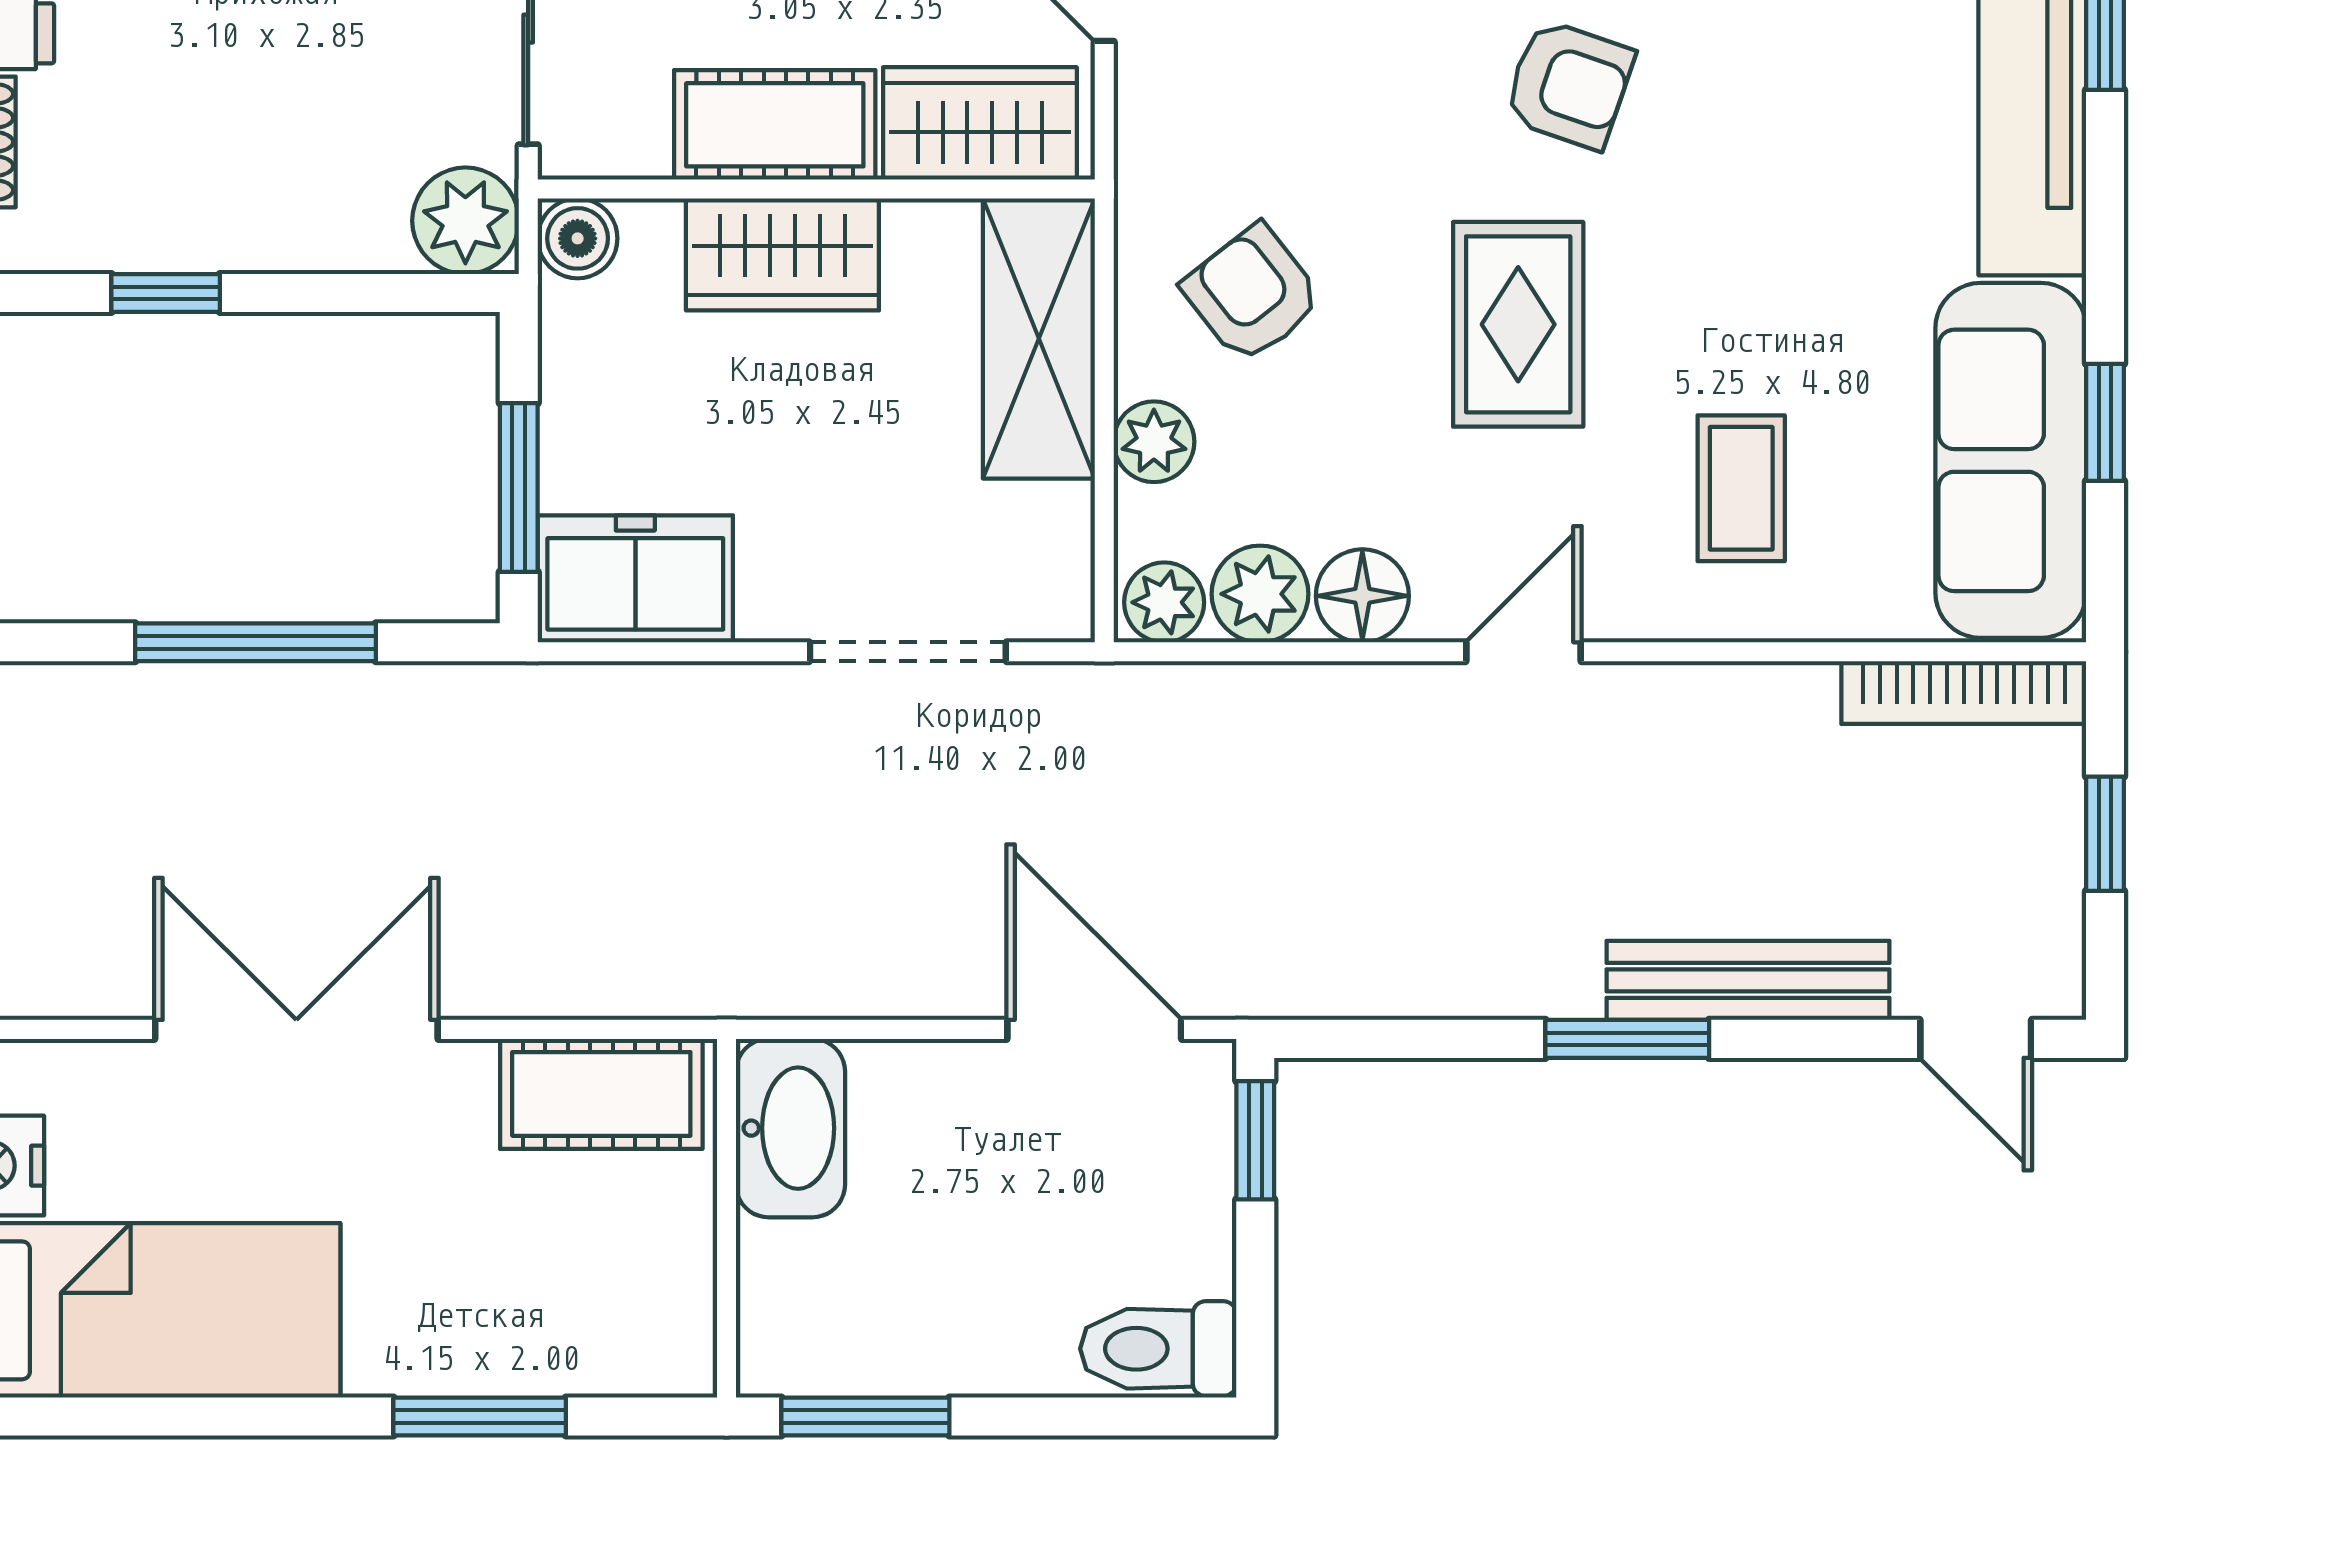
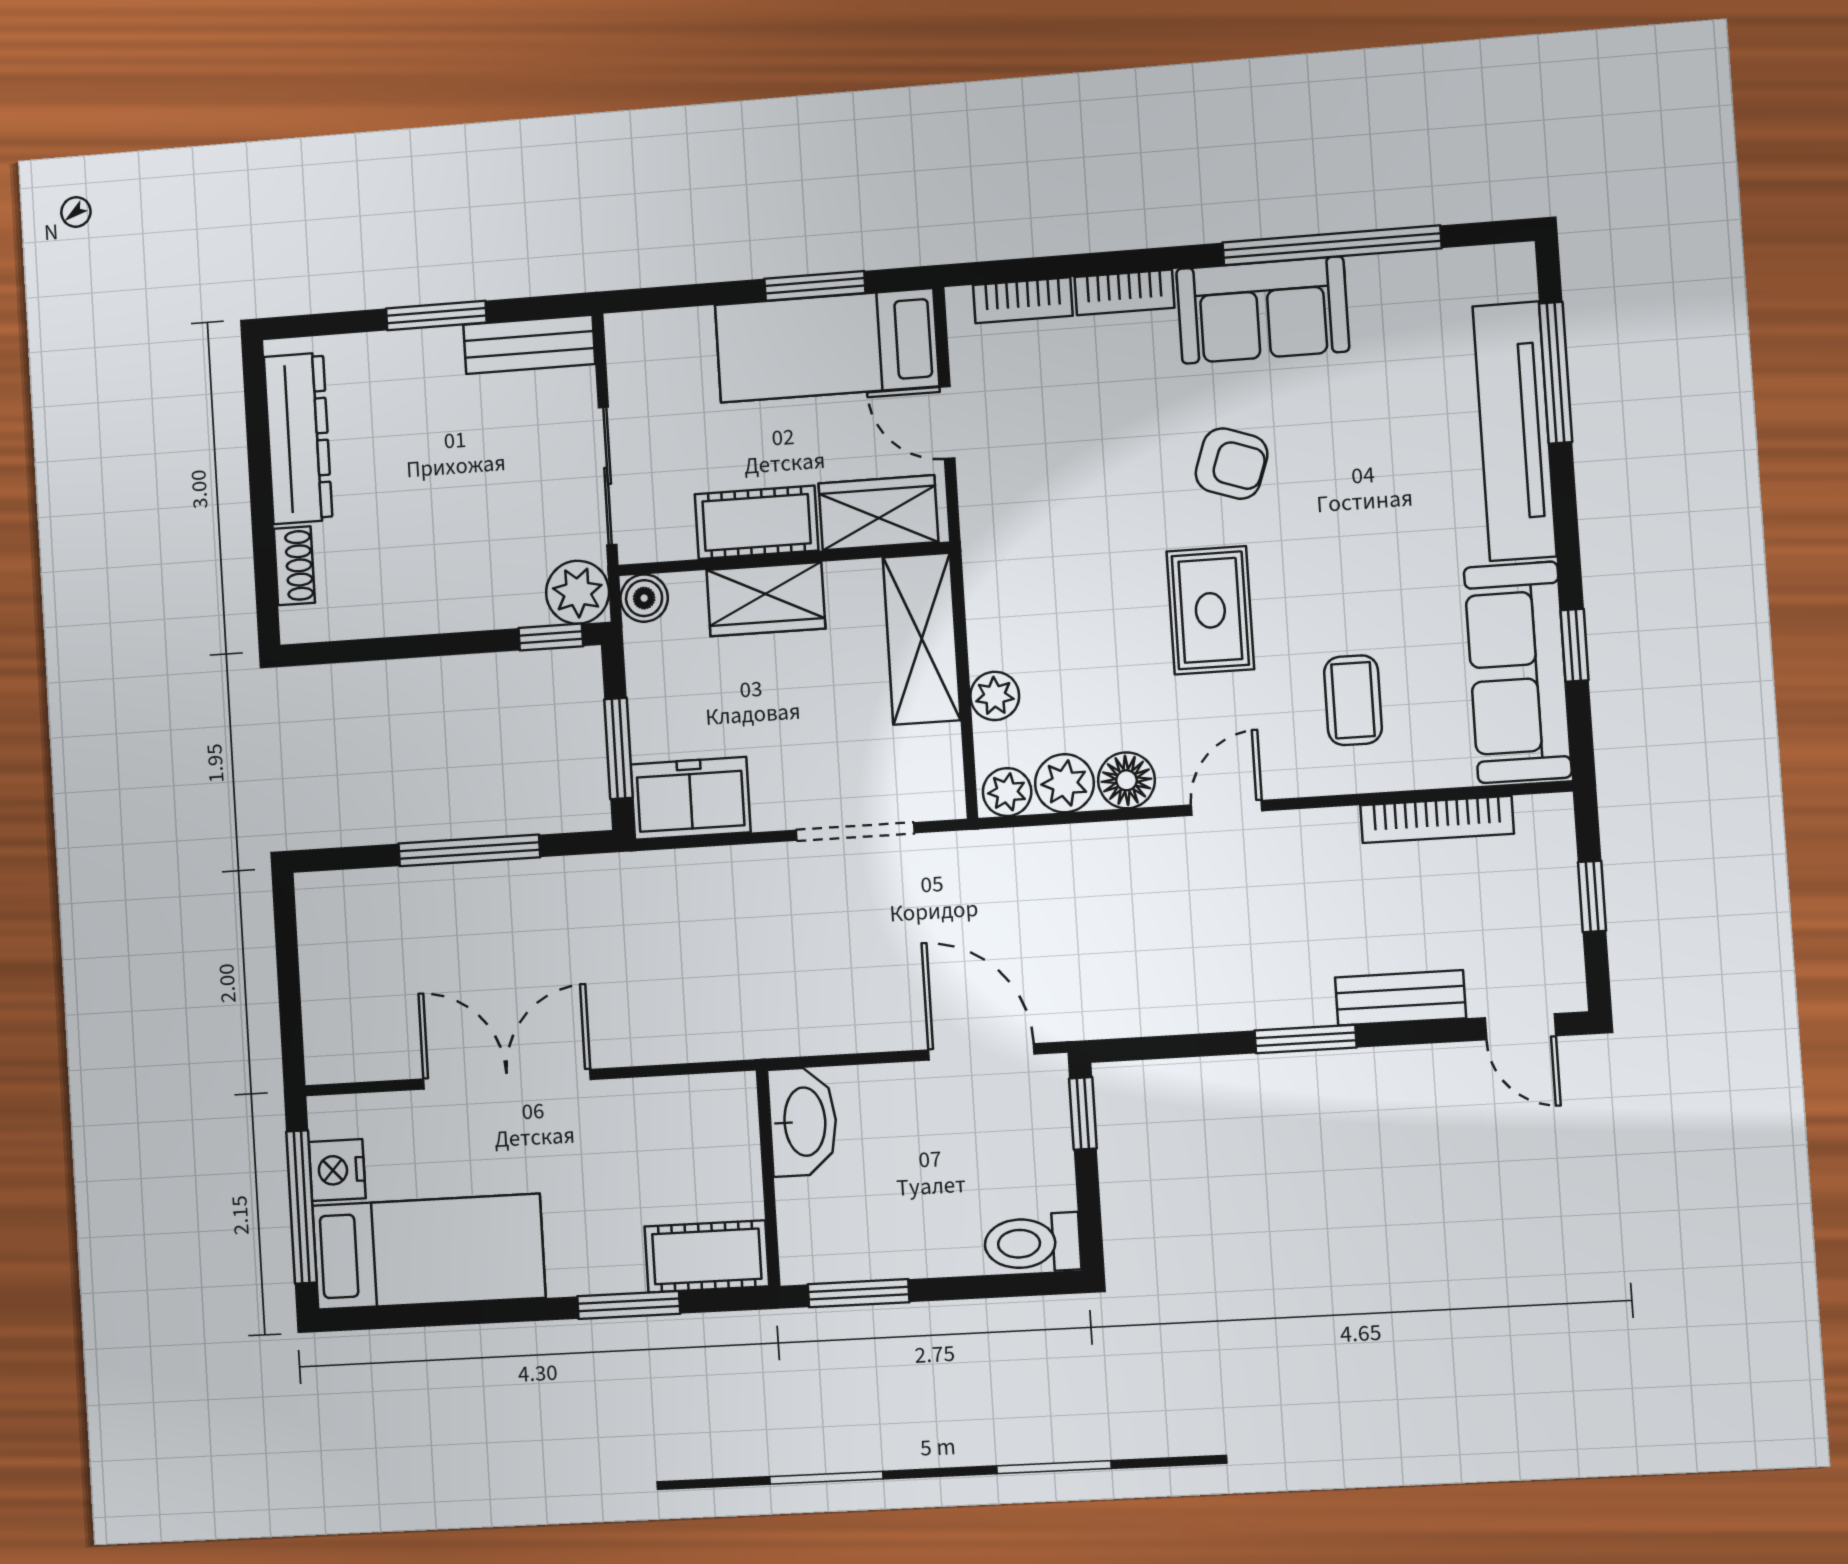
window: (166, 293) -> (551, 637), moved
armchair: (1252, 294) -> (1048, 603), removed
bookcase: (1964, 693) -> (1437, 819), moved
bench: (1748, 980) -> (1401, 998), width x0.73
cot: (601, 1094) -> (707, 1256), moved

